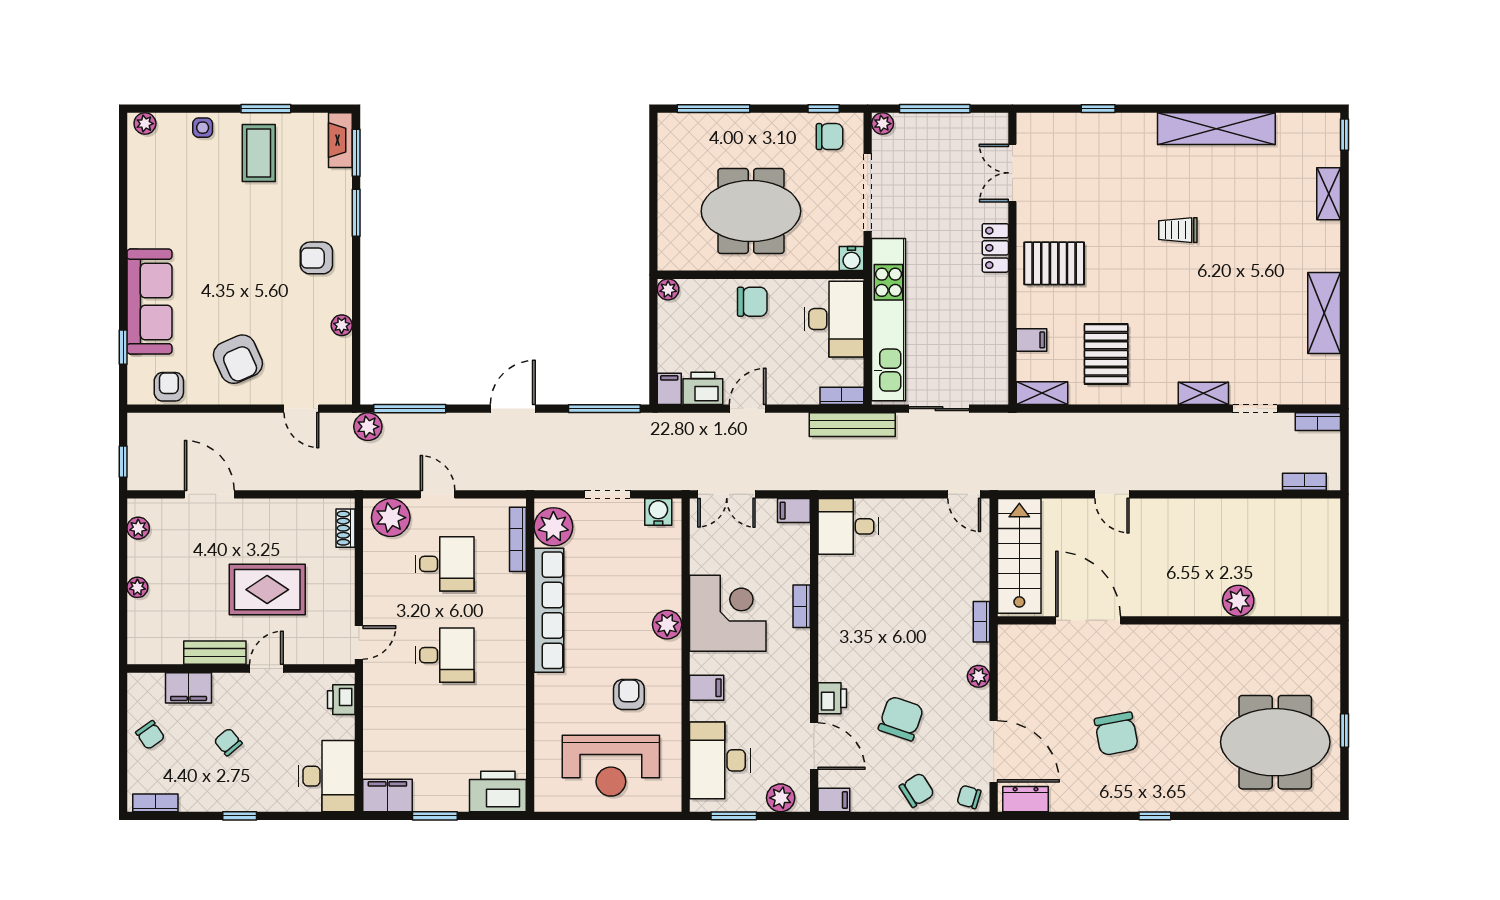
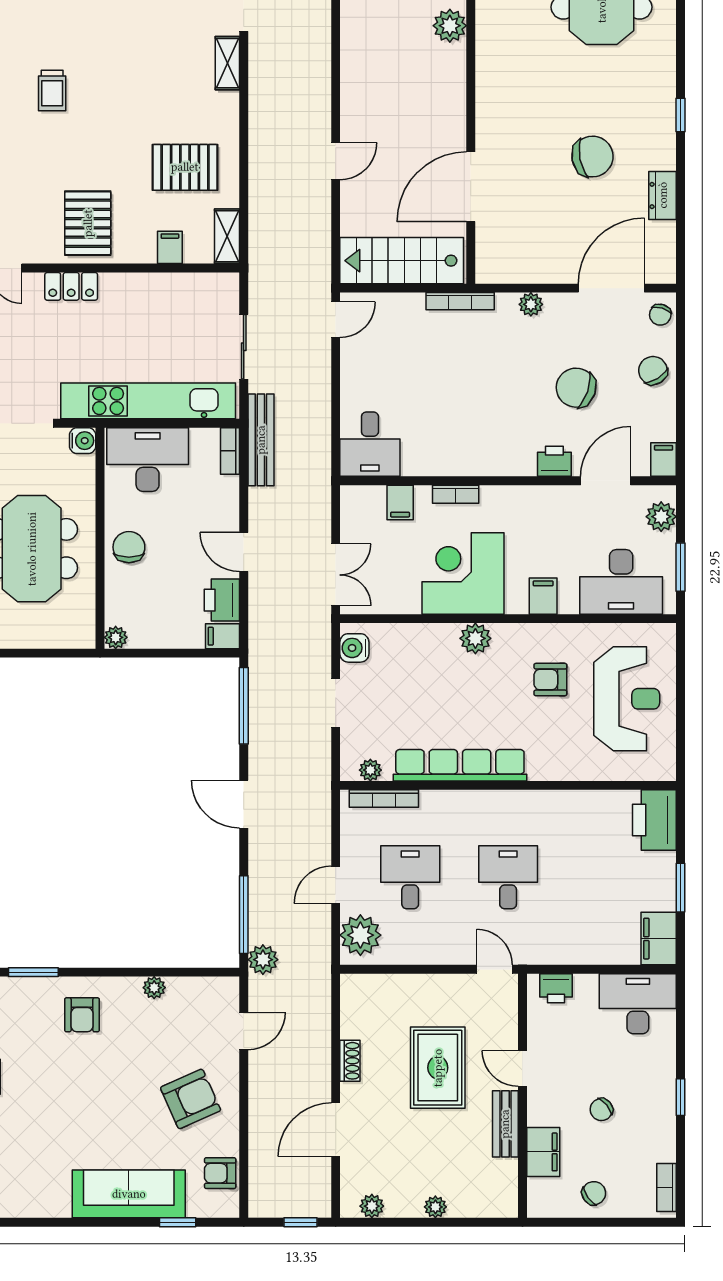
filing cabinet: (794, 511) -> (400, 502), moved
plant: (553, 527) -> (370, 770), width x0.53, depth x0.53
shoe rack: (345, 528) -> (350, 1061), moved, turned -90
bookcase: (981, 622) -> (460, 301), width x1.56
dresser: (1026, 799) -> (663, 195), moved

